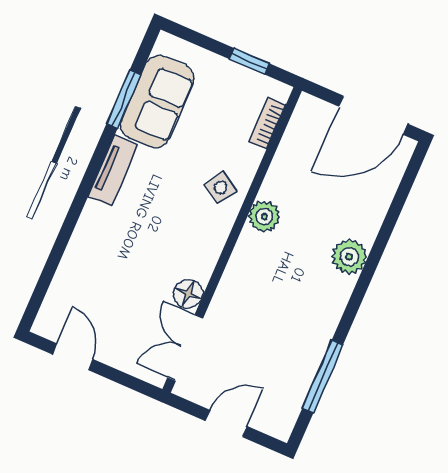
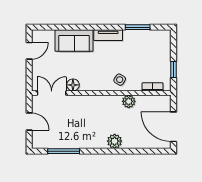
sofa: (157, 102) -> (74, 41), moved
plant: (264, 216) -> (129, 101), moved

